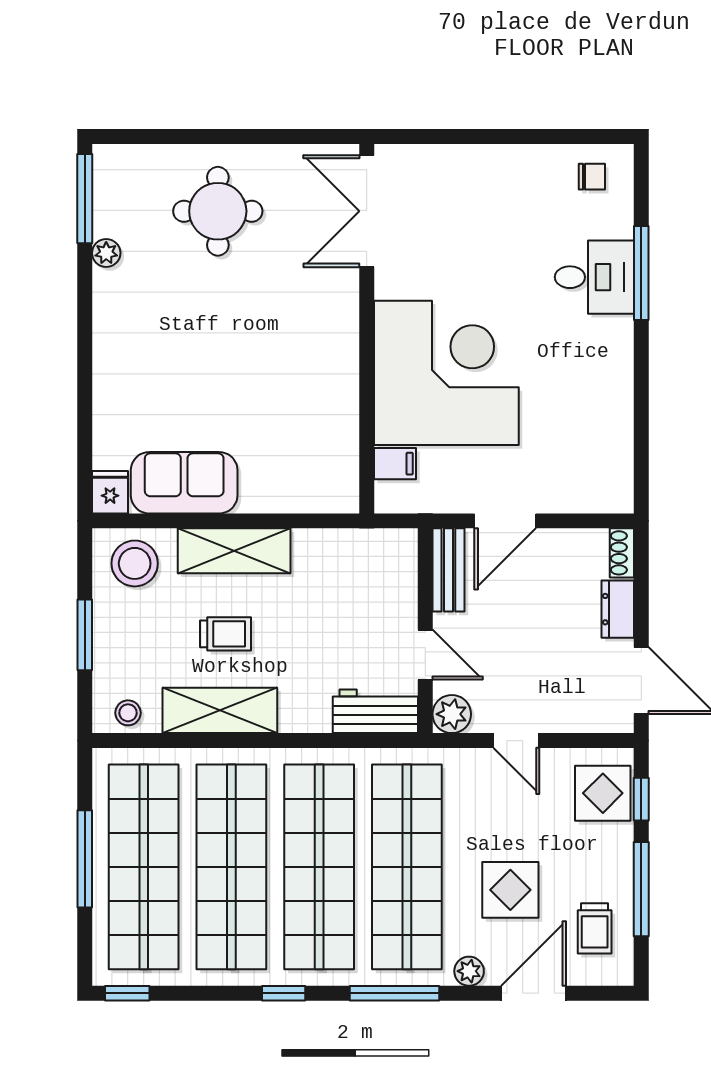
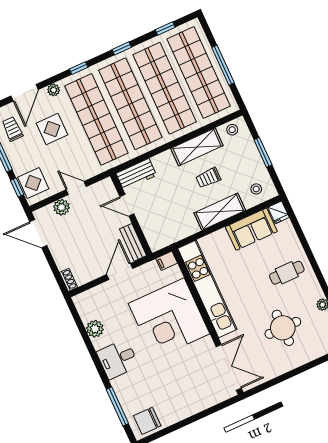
chair: (592, 177) -> (147, 421), width x1.87, depth x1.87
round table: (218, 211) -> (283, 328), moved
window: (641, 273) -> (117, 407), moved
desk: (594, 277) -> (118, 359), moved
cafe table: (151, 356) -> (287, 273), added
kitchen unit: (336, 399) -> (207, 289), added
plant: (613, 423) -> (95, 329), added
filing cabinet: (395, 464) -> (167, 261), moved
stool: (135, 563) -> (256, 189), width x0.53, depth x0.53
dresser: (618, 609) -> (60, 257), removed
plant: (452, 714) -> (62, 207), moved
window: (127, 993) -> (165, 28), moved
window: (394, 993) -> (79, 68), width x0.46

